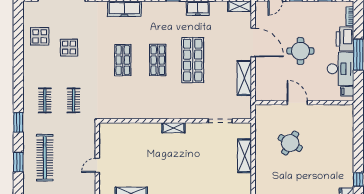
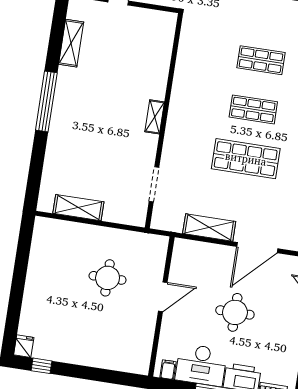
round table: (290, 143) -> (108, 278), turned -30
shelving: (245, 156) -> (78, 208), moved

